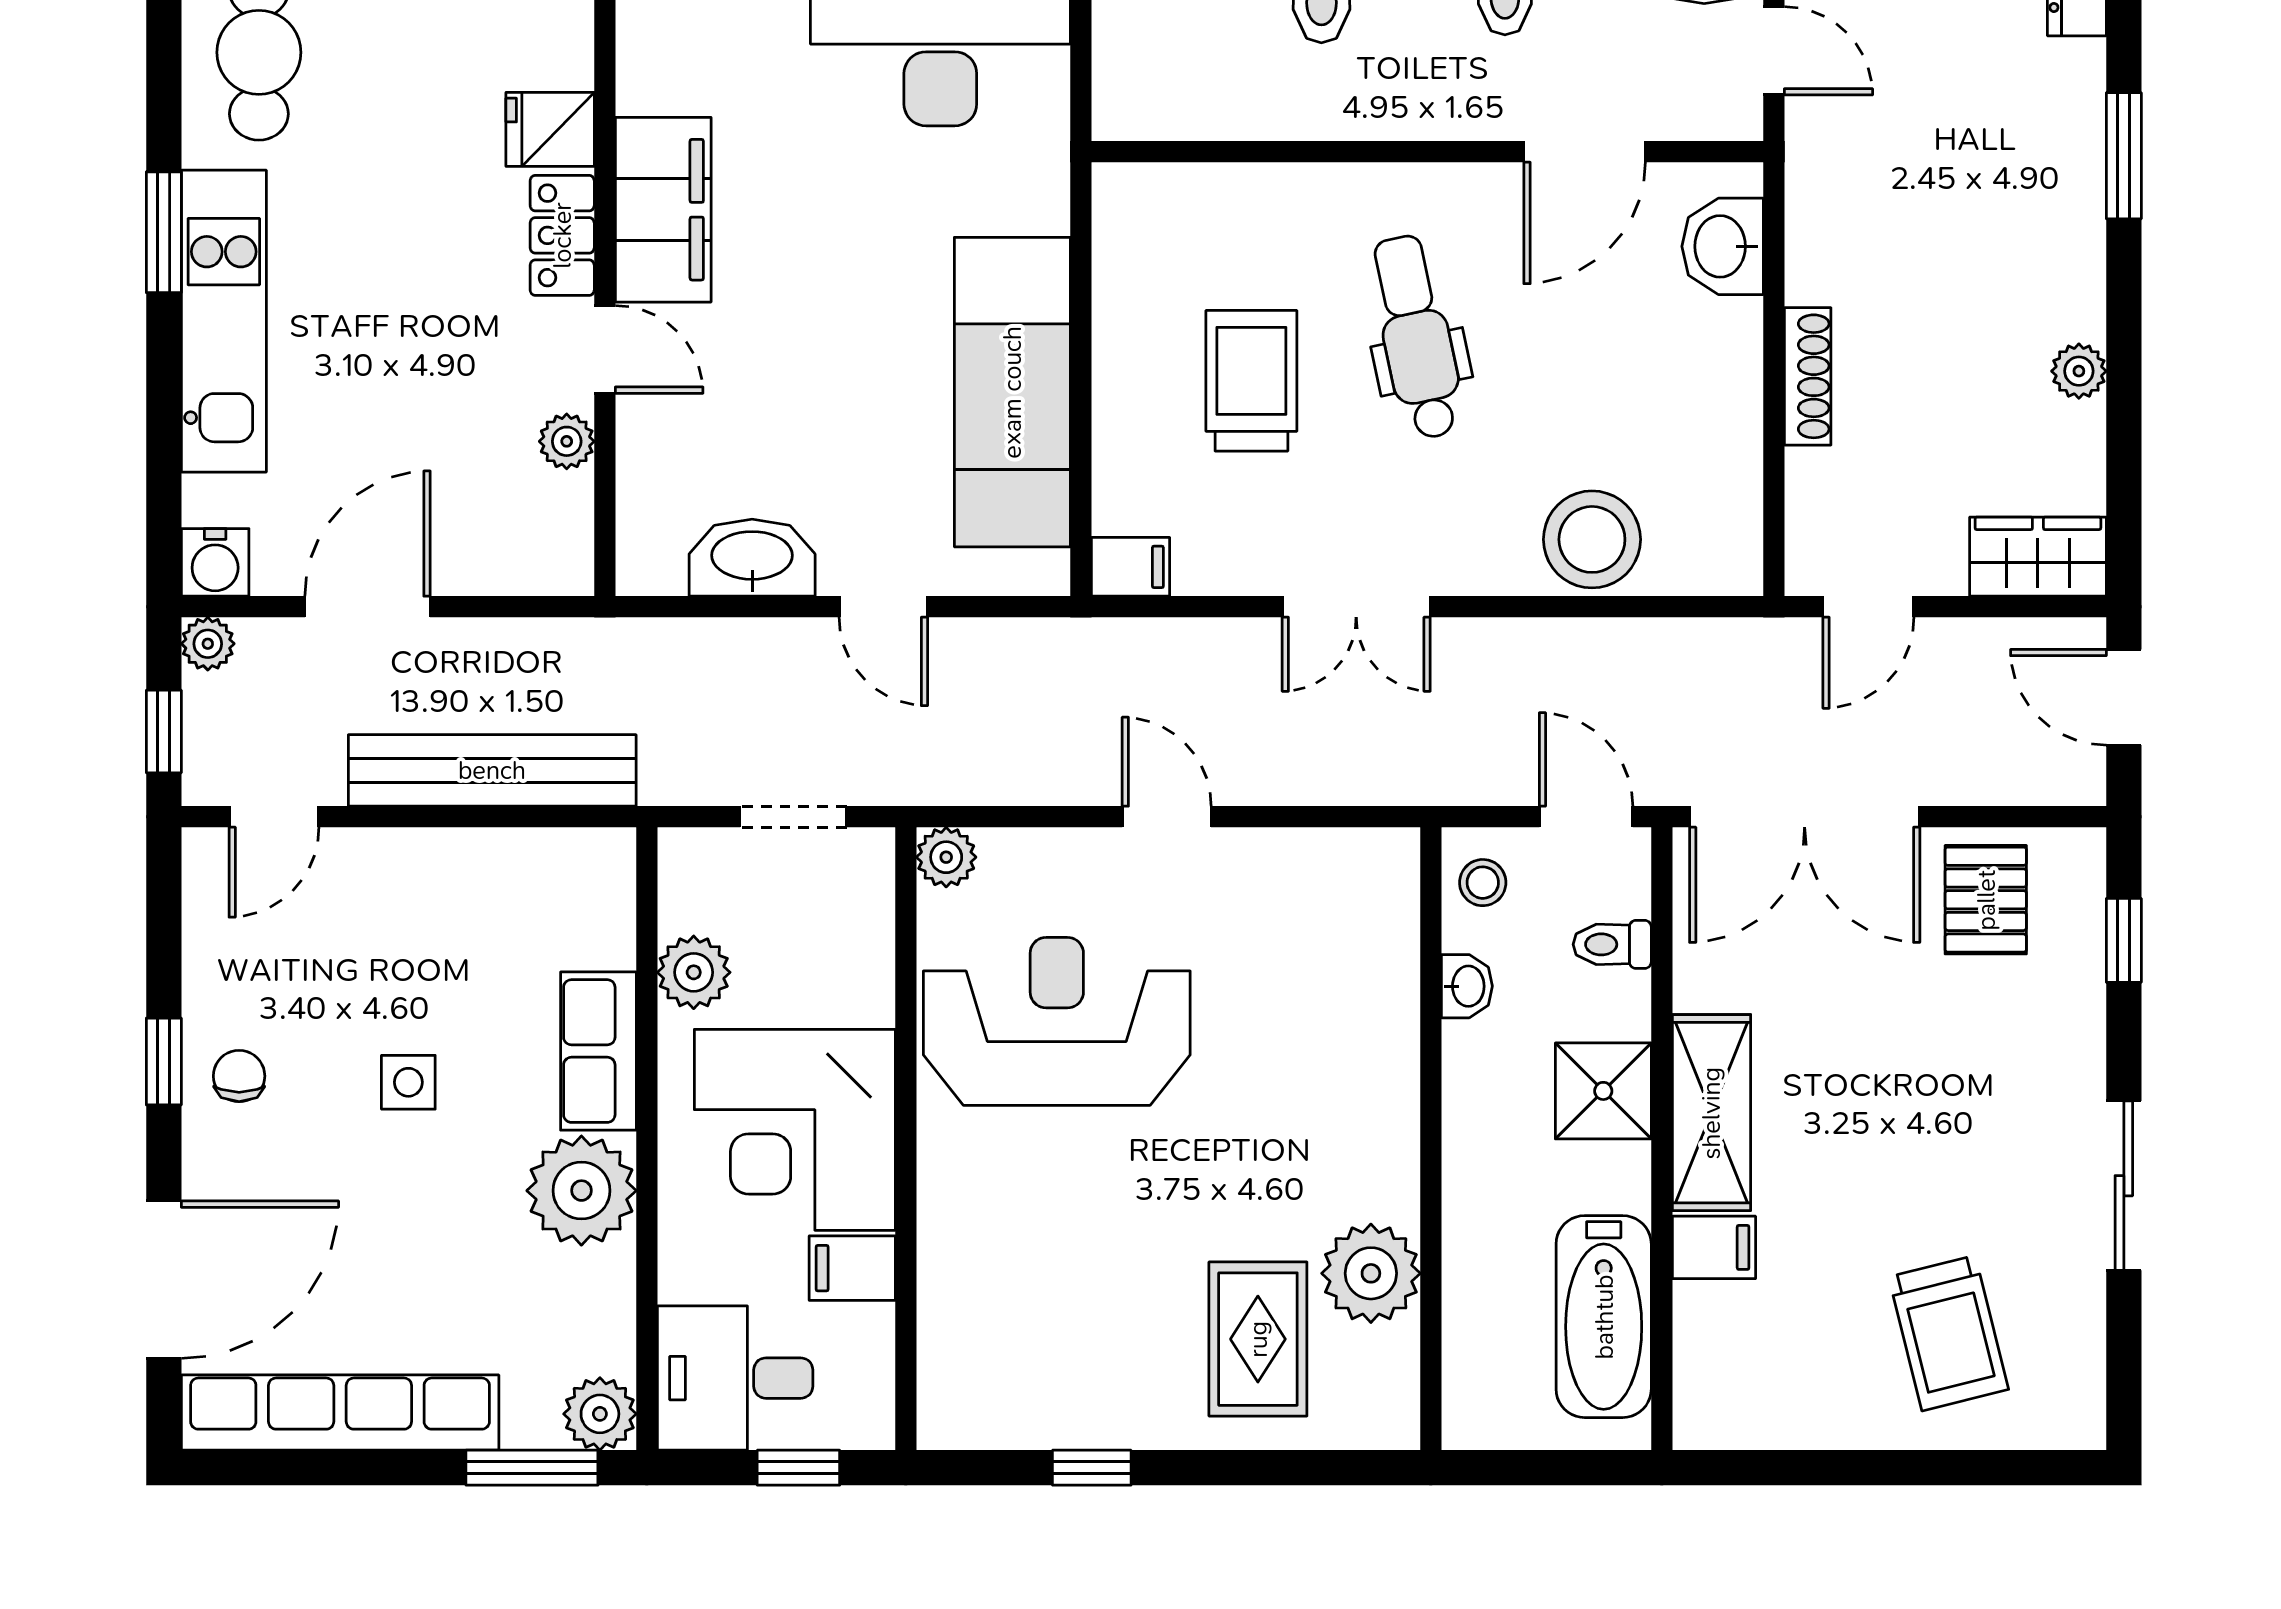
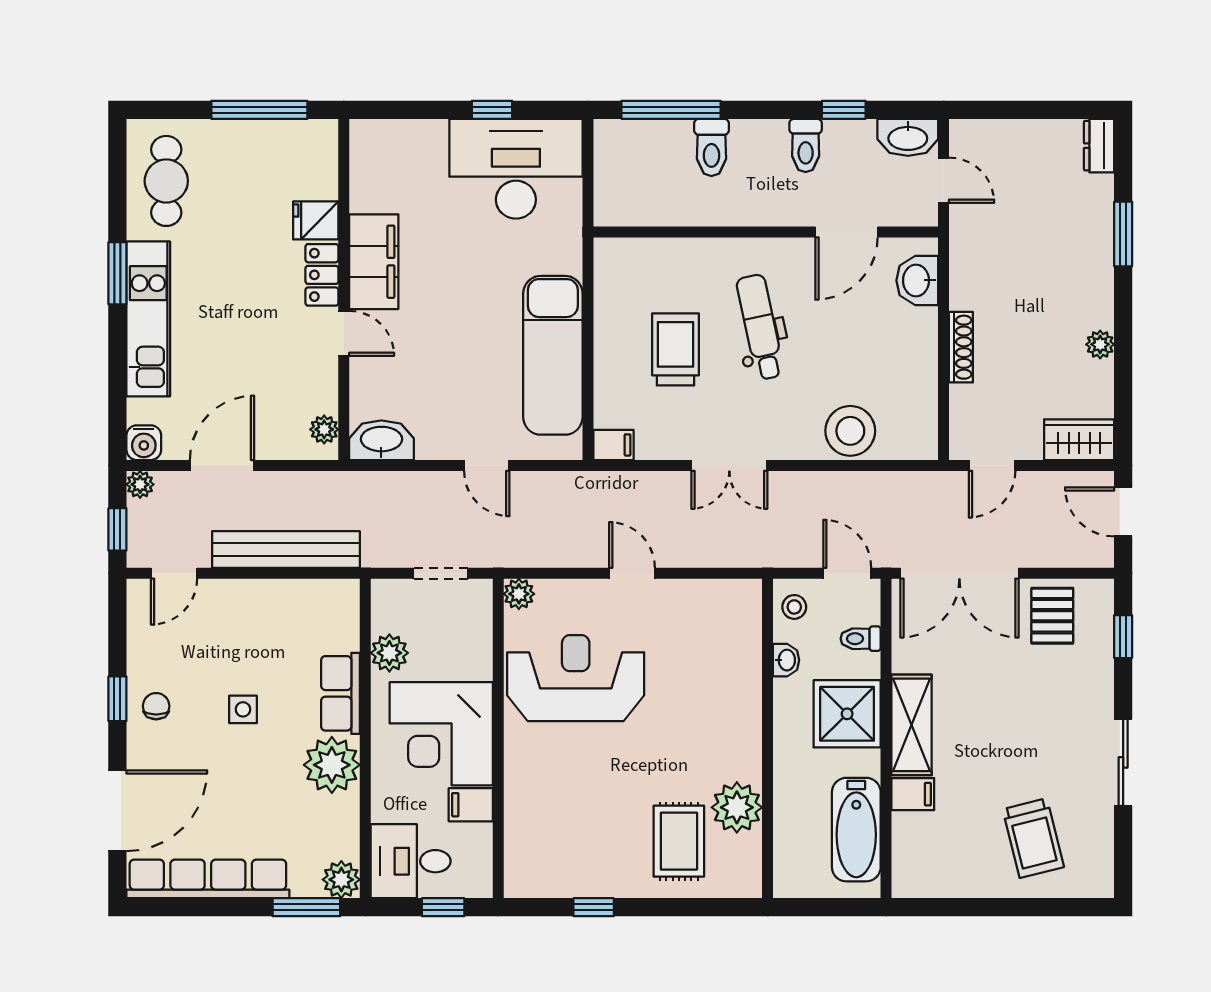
plant: (567, 441) -> (324, 429), moved
washbasin: (752, 558) -> (381, 440), moved
shower: (1603, 1091) -> (847, 714), width x1.36, depth x1.36

